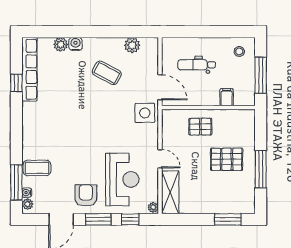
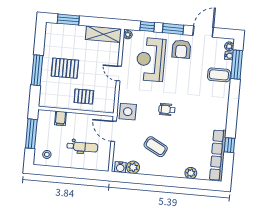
water cooler: (76, 44) -> (120, 167), moved
wheelchair: (97, 120) -> (167, 110), added
window: (261, 169) -> (37, 70), moved
shelving: (170, 192) -> (103, 34), moved, turned 90

